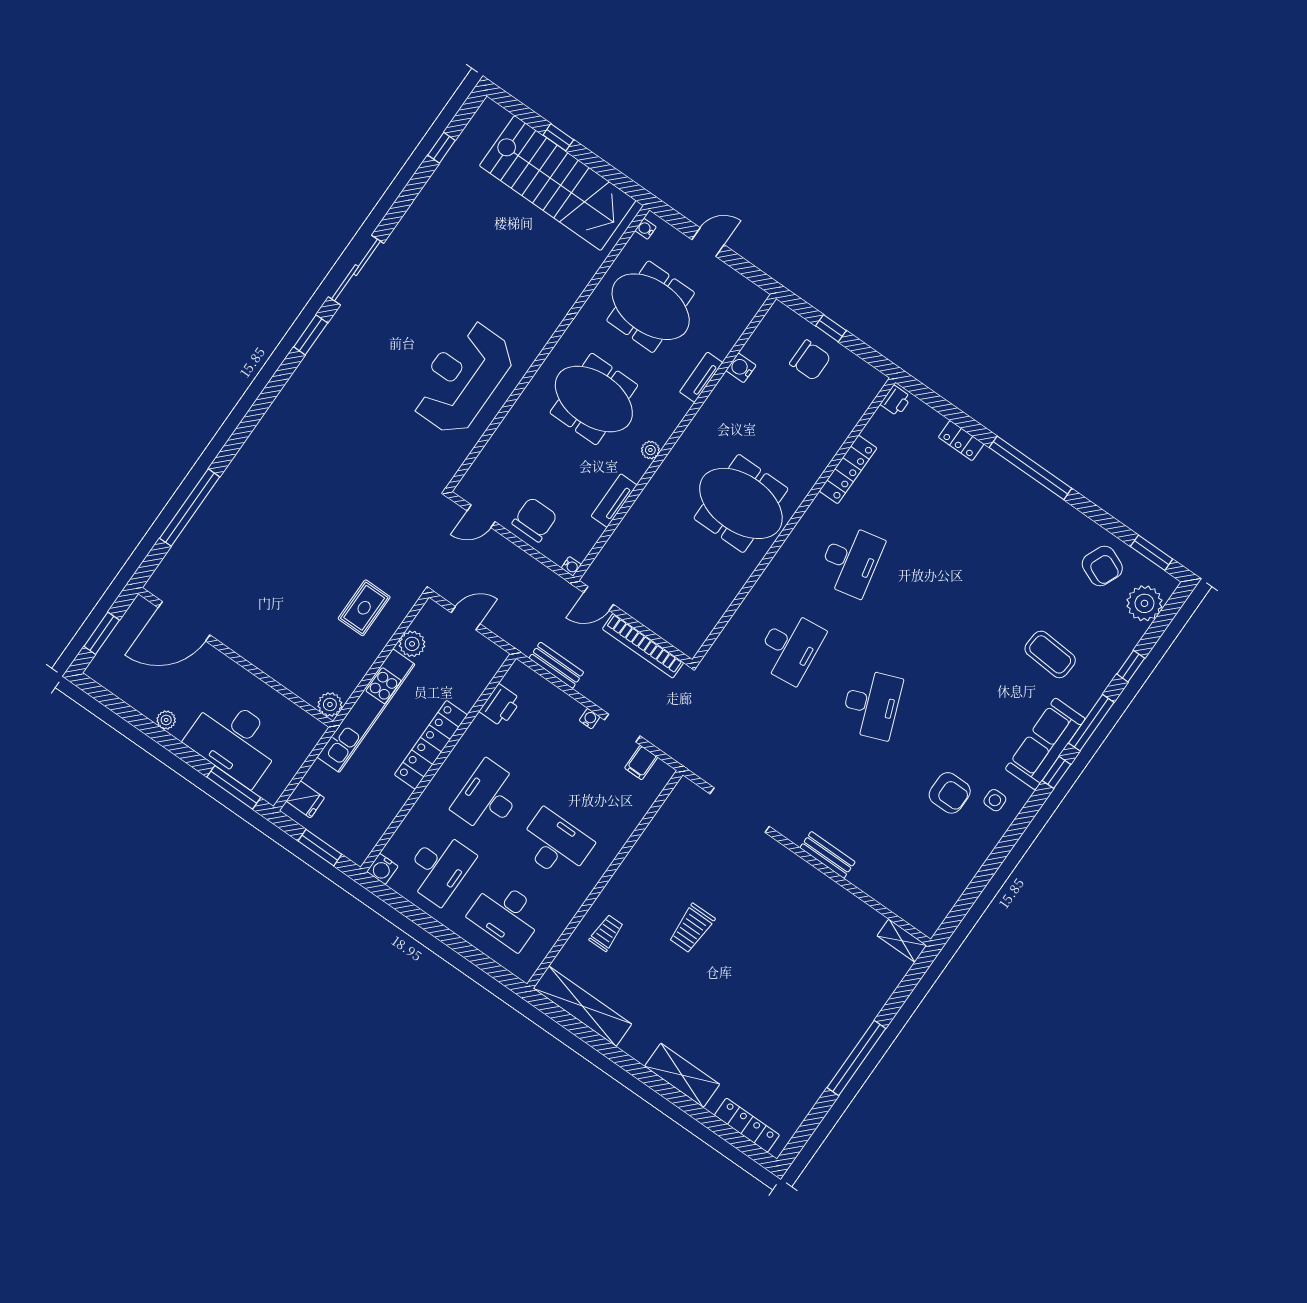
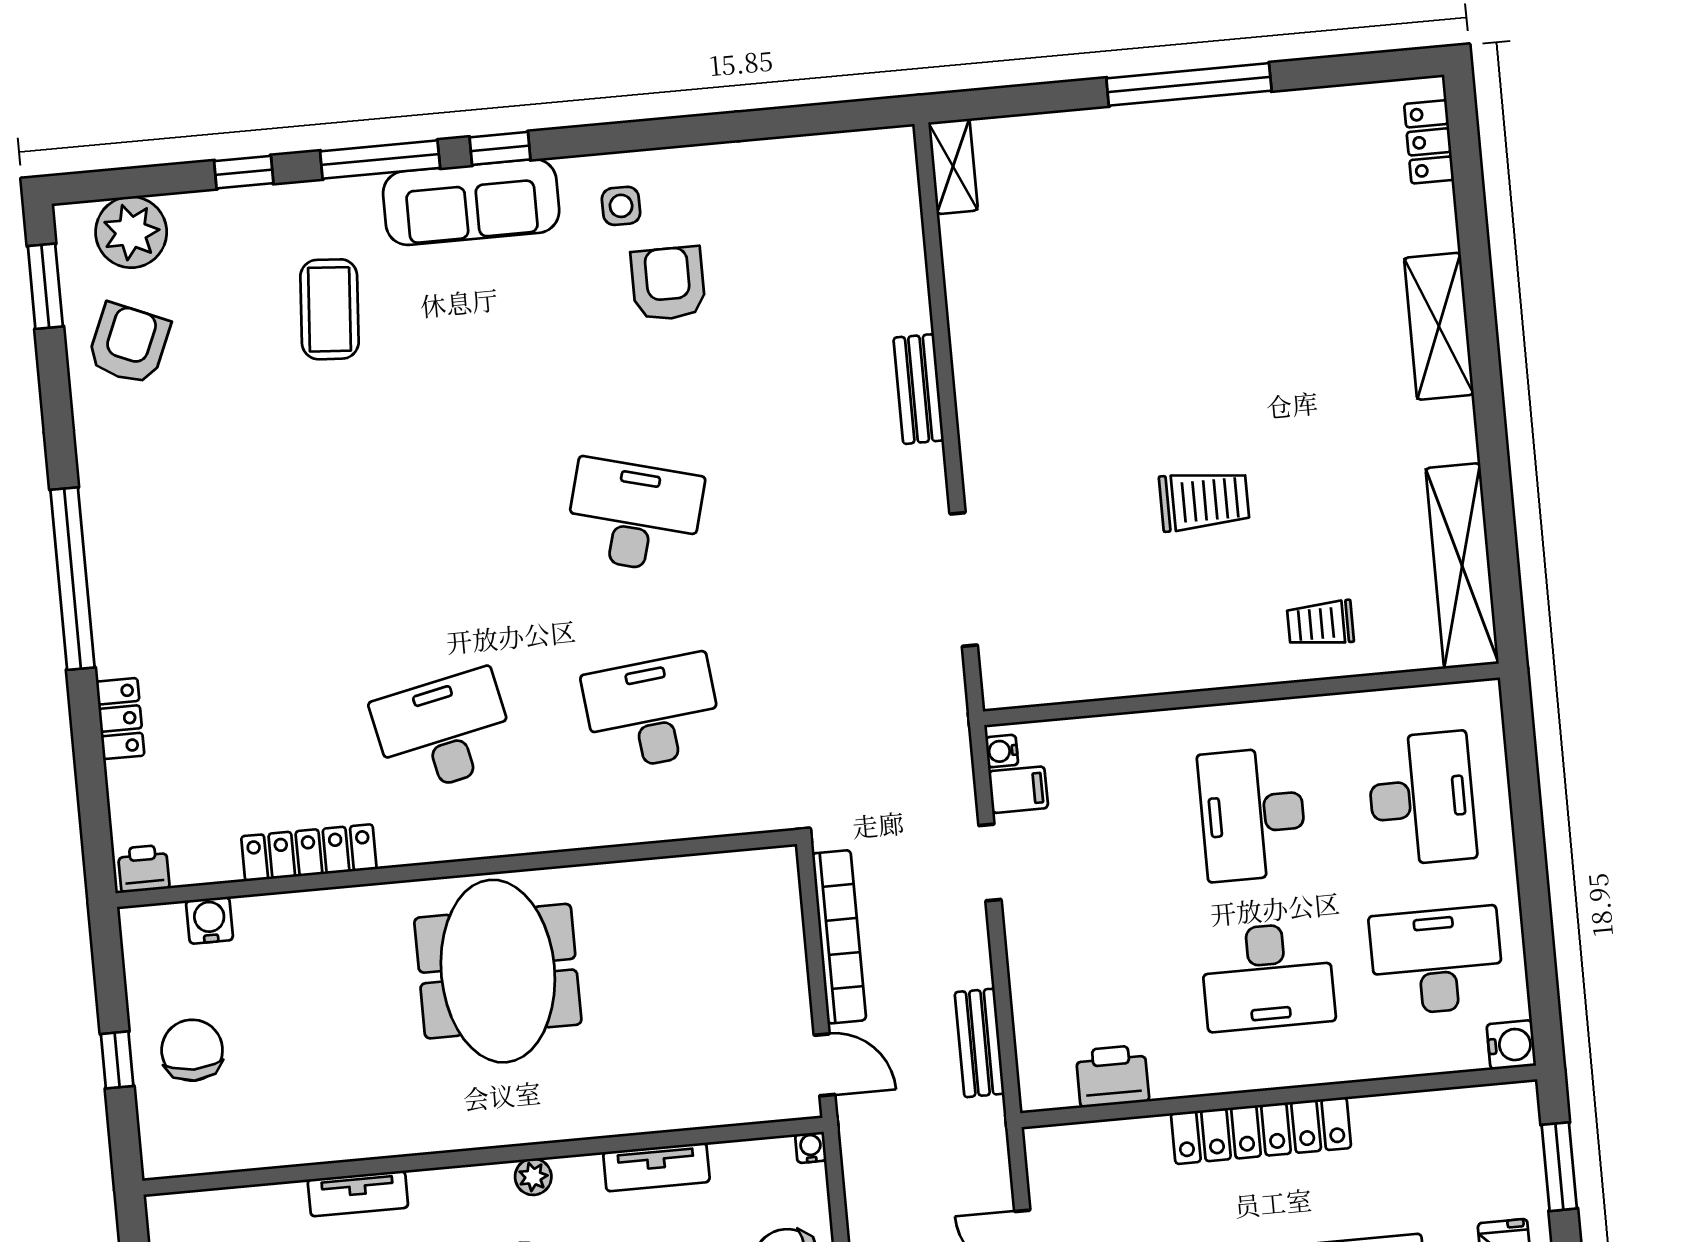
water cooler: (741, 368) -> (210, 920), moved, turned 180
desk: (871, 704) -> (634, 516), turned 36
water cooler: (590, 719) -> (1002, 751), moved
locker: (747, 1125) -> (1429, 142), width x0.66

